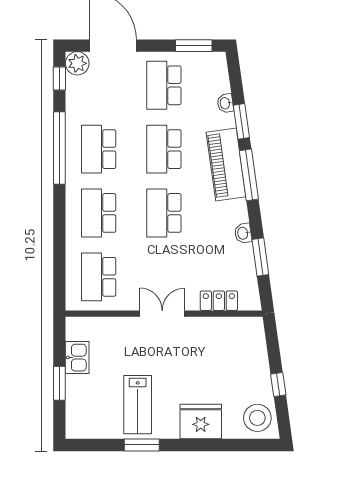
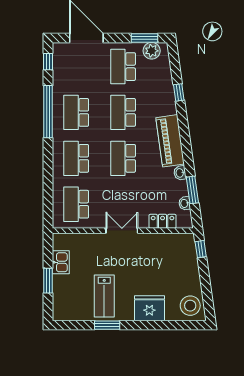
plant: (77, 63) -> (152, 51), moved
washbasin: (225, 103) -> (185, 203), moved
window: (241, 121) -> (179, 92), width x0.67
piano: (226, 164) -> (170, 141), moved
window: (249, 175) -> (184, 131), removed
window: (278, 384) -> (201, 249), moved

